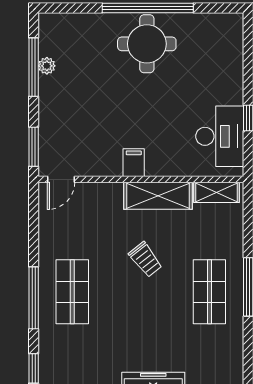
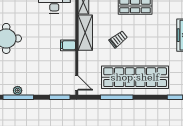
shop shelf: (72, 292) -> (135, 77), width x2.00, depth x1.36
window: (34, 298) -> (117, 97), moved

